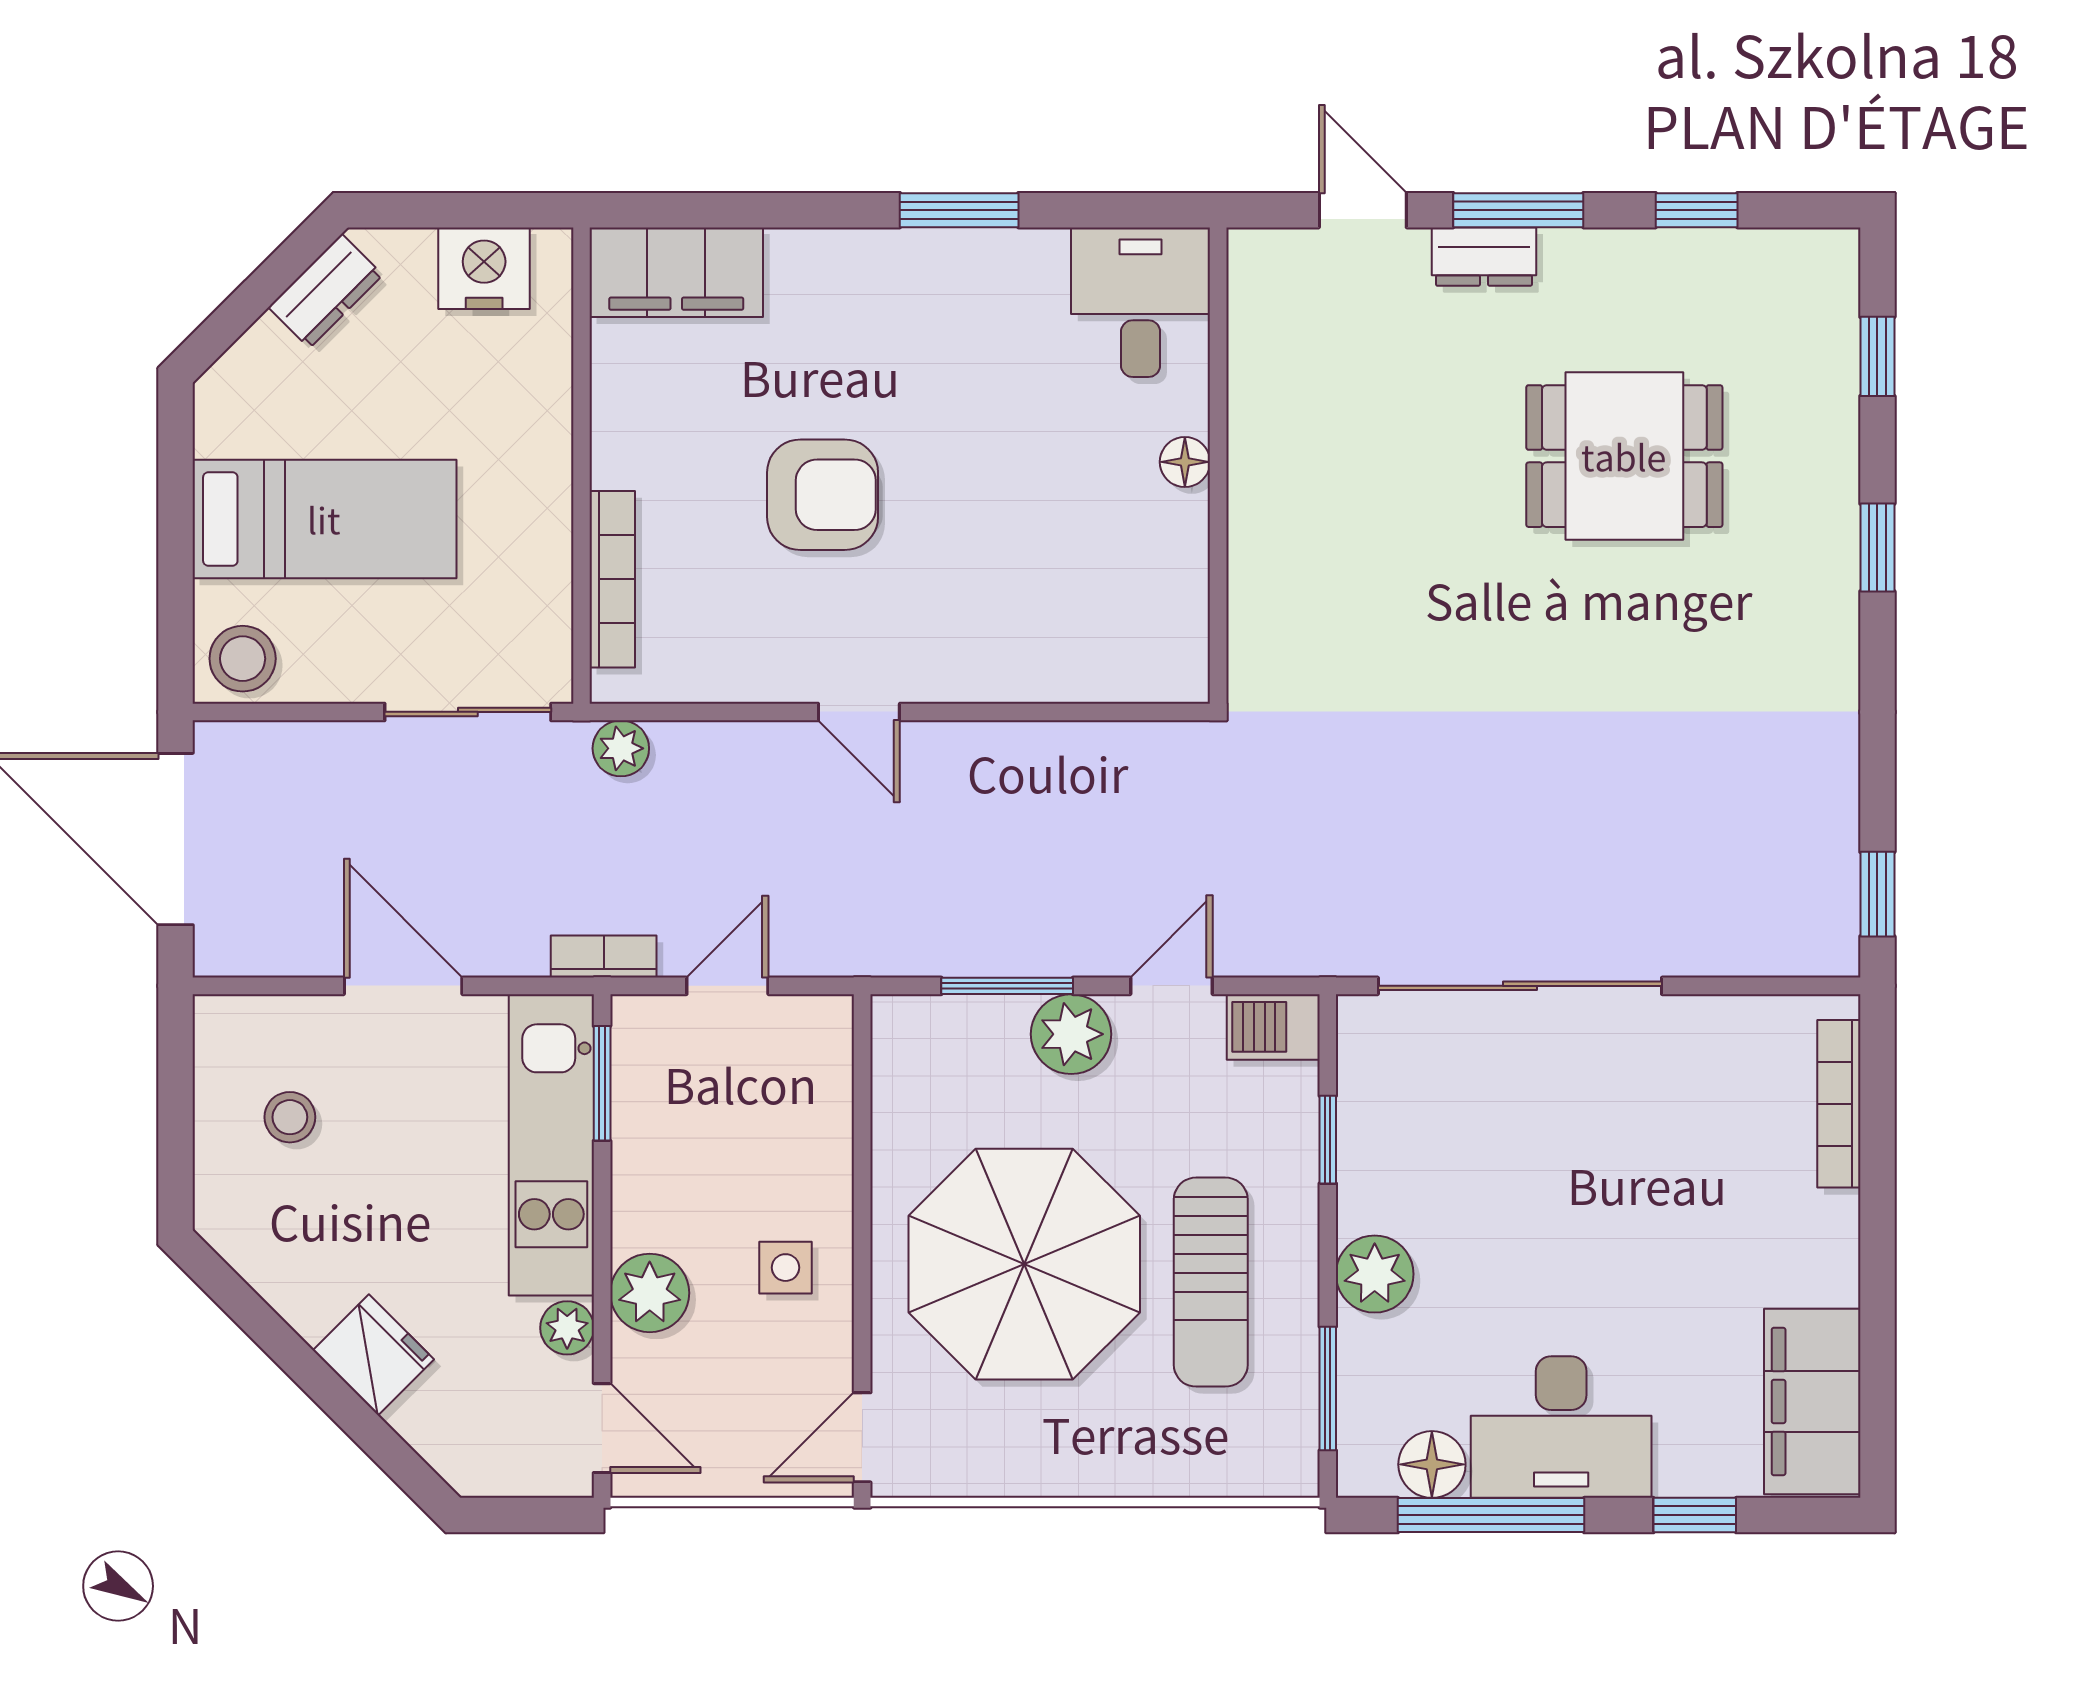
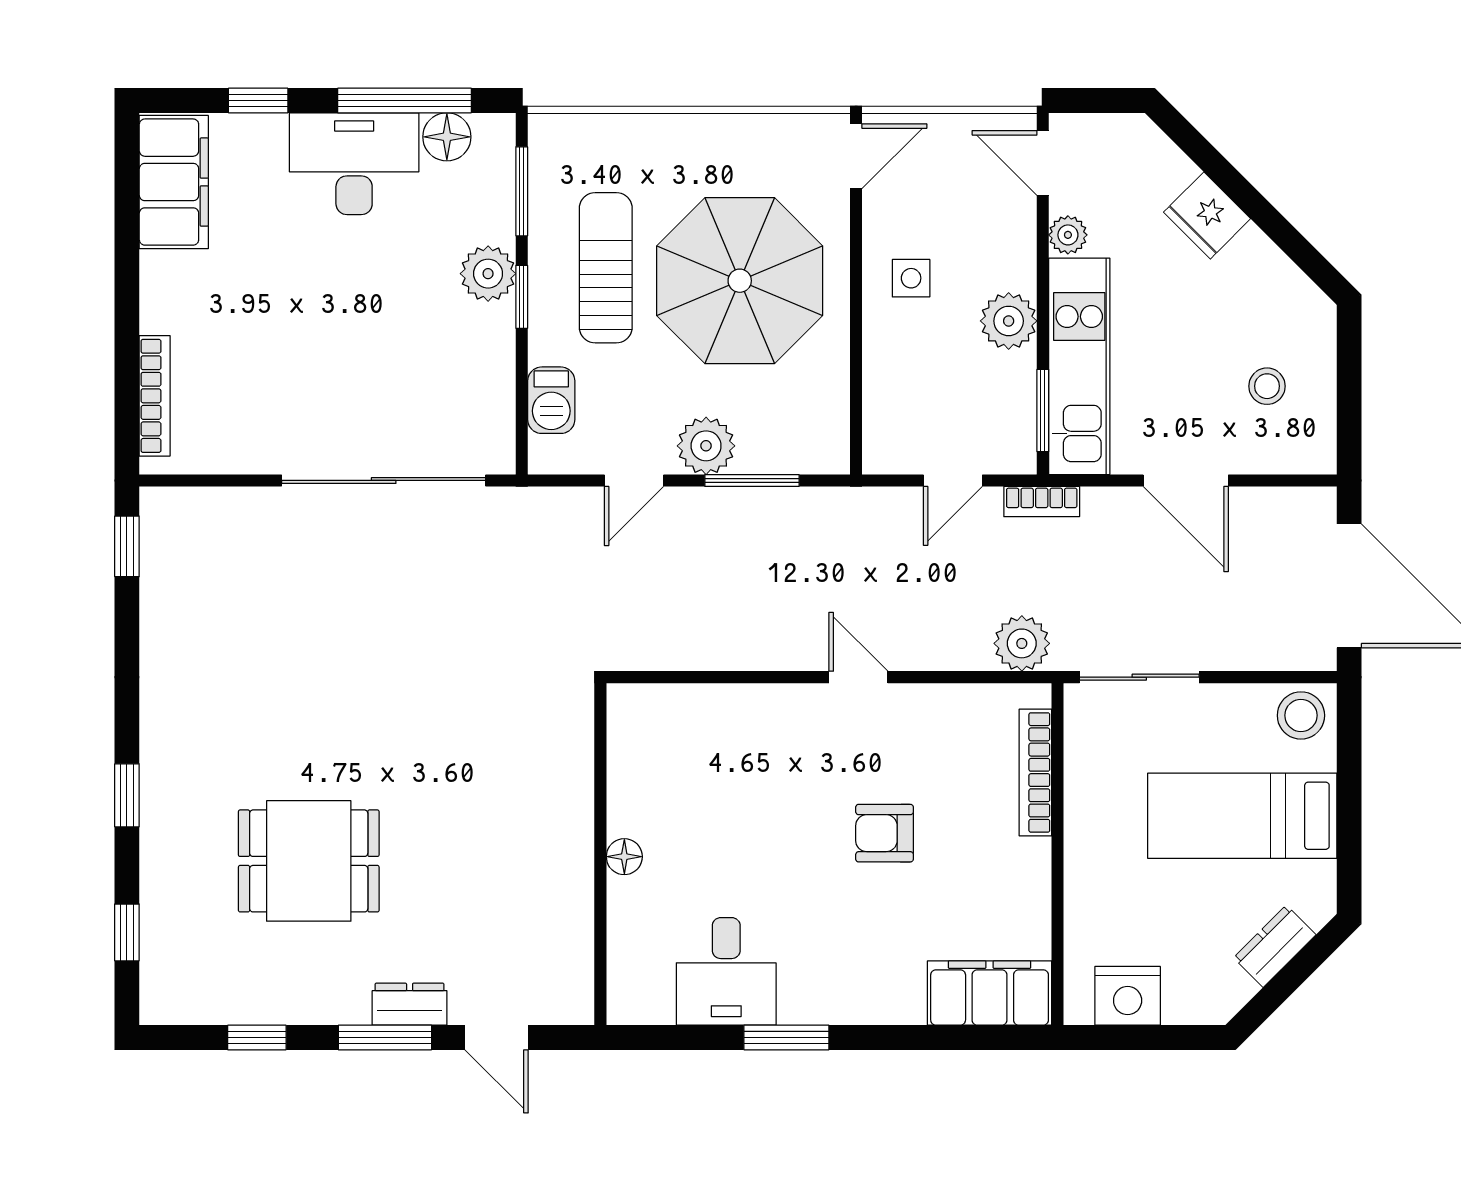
dresser: (326, 291) -> (1275, 946), moved
desk: (1141, 302) -> (726, 971), moved
armchair: (823, 495) -> (885, 833), width x0.72, depth x0.72
plant: (621, 748) -> (1022, 643), width x1.38, depth x1.38
barbecue: (1273, 1027) -> (551, 400), moved, turned 90
window: (1328, 1140) -> (522, 297), moved
plant: (650, 1293) -> (1009, 321), moved

